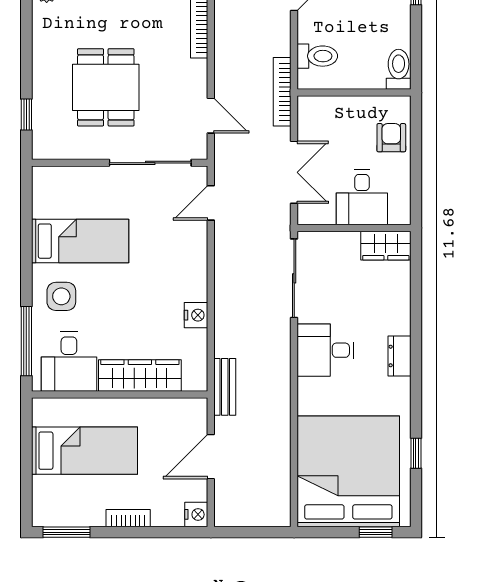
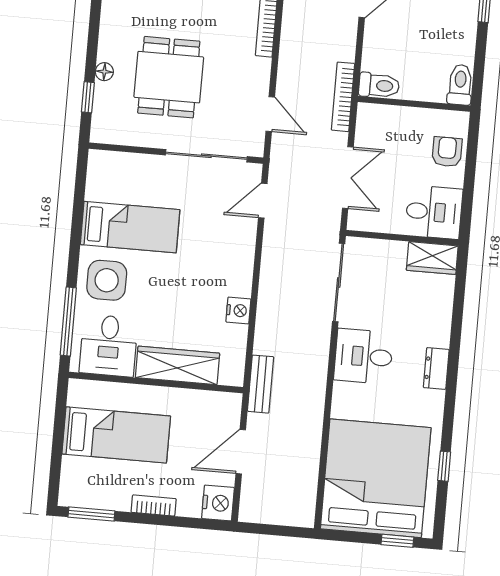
toilet: (317, 56) -> (379, 85), moved
floor lamp: (41, 87) -> (104, 72), added
desk: (362, 197) -> (434, 212), moved, turned -90
side table: (61, 296) -> (107, 280), width x1.37, depth x1.37
nightstand: (196, 514) -> (218, 503), width x1.36, depth x1.33

